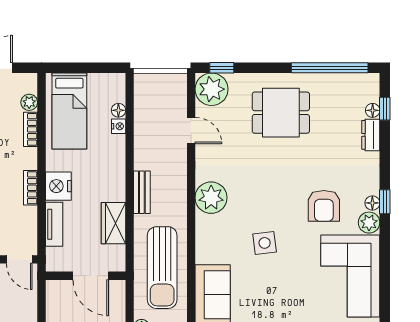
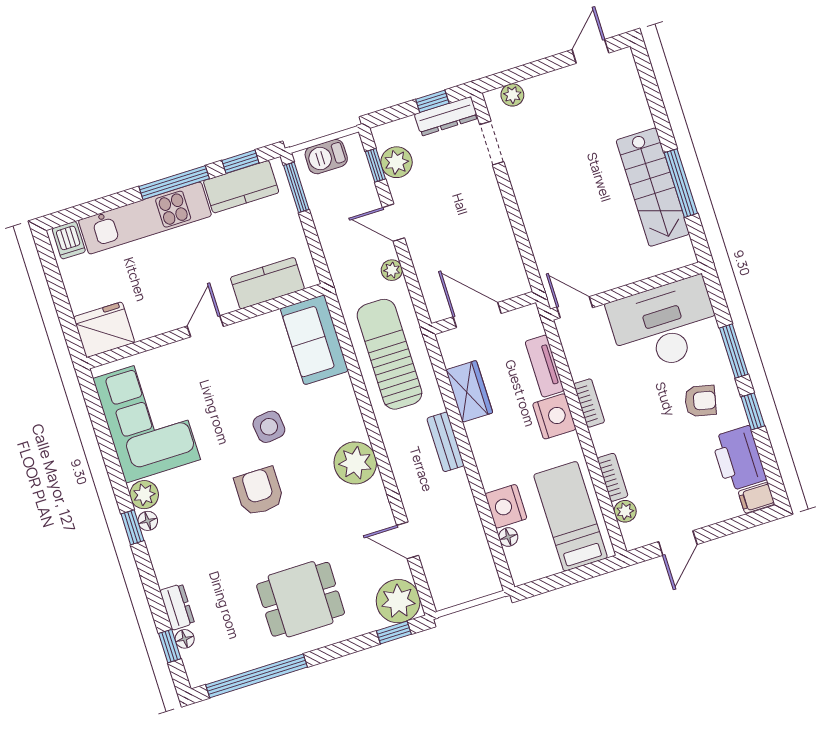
nightstand: (119, 126) -> (506, 506), width x1.89, depth x1.79
armchair: (324, 206) -> (259, 491), moved

